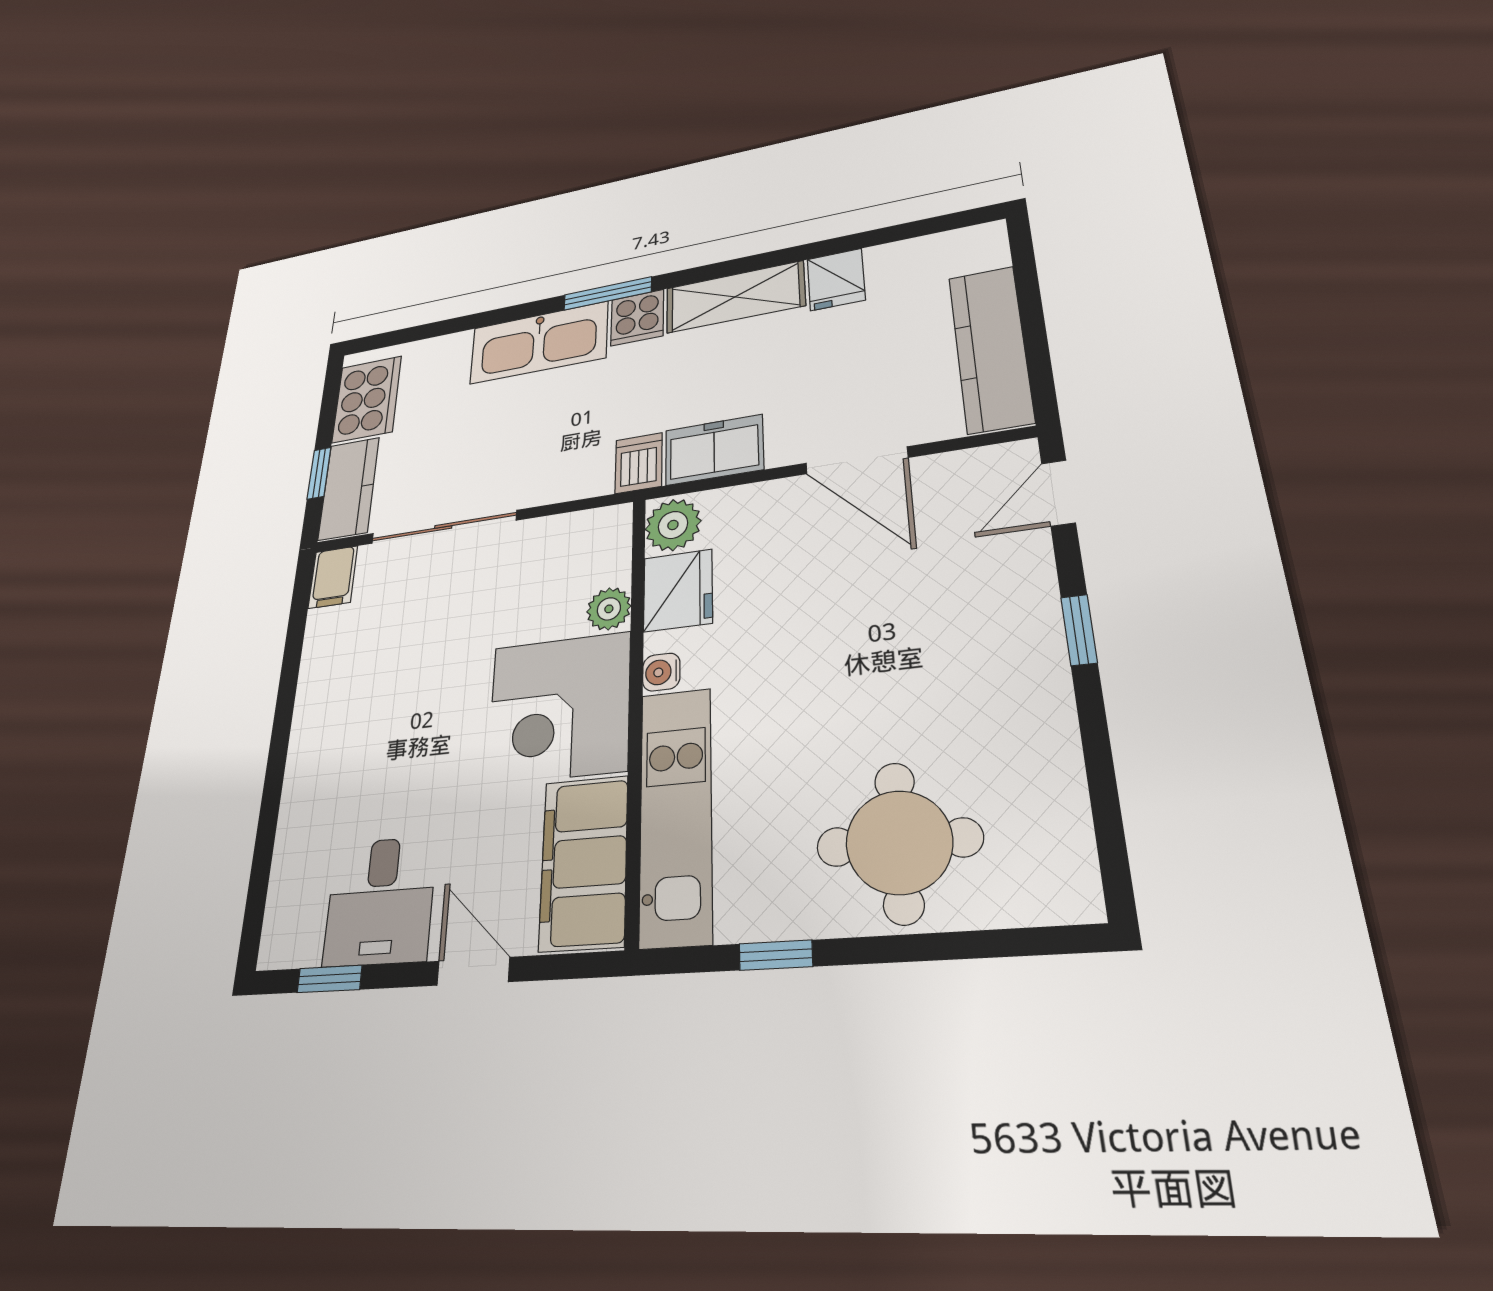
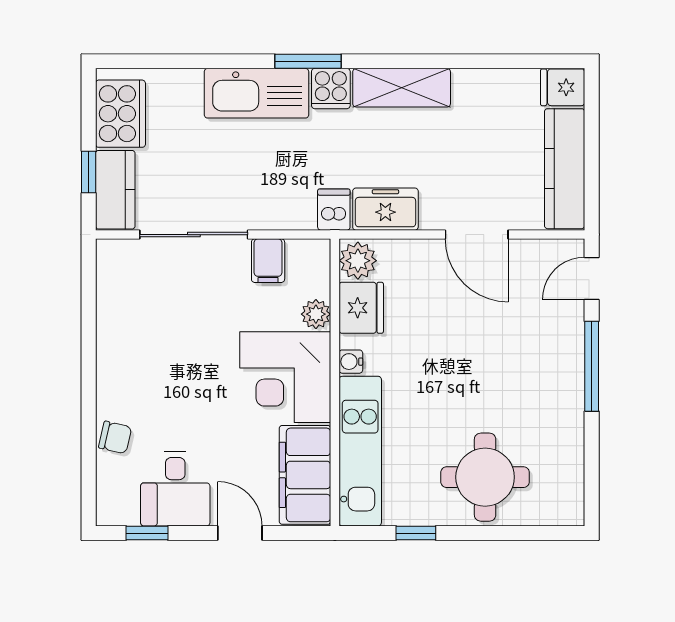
fridge: (836, 280) -> (563, 87), moved, turned 90
filing cabinet: (333, 577) -> (268, 261), moved
window: (1079, 630) -> (592, 366), width x2.17
chair: (303, 826) -> (115, 437), added

